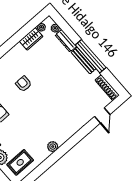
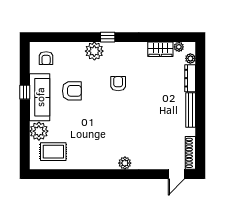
window: (91, 56) -> (200, 112), removed
door: (102, 116) -> (176, 174), moved
plant: (53, 147) -> (125, 163), moved

